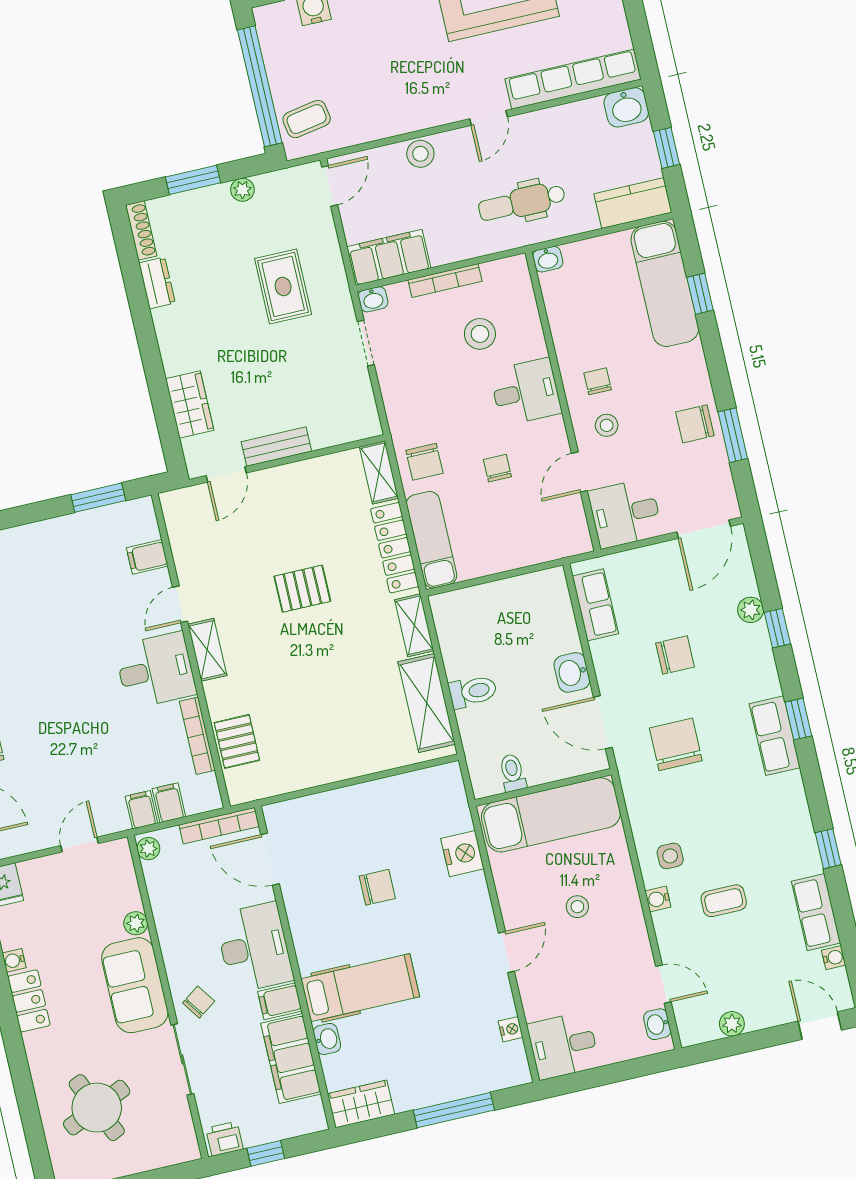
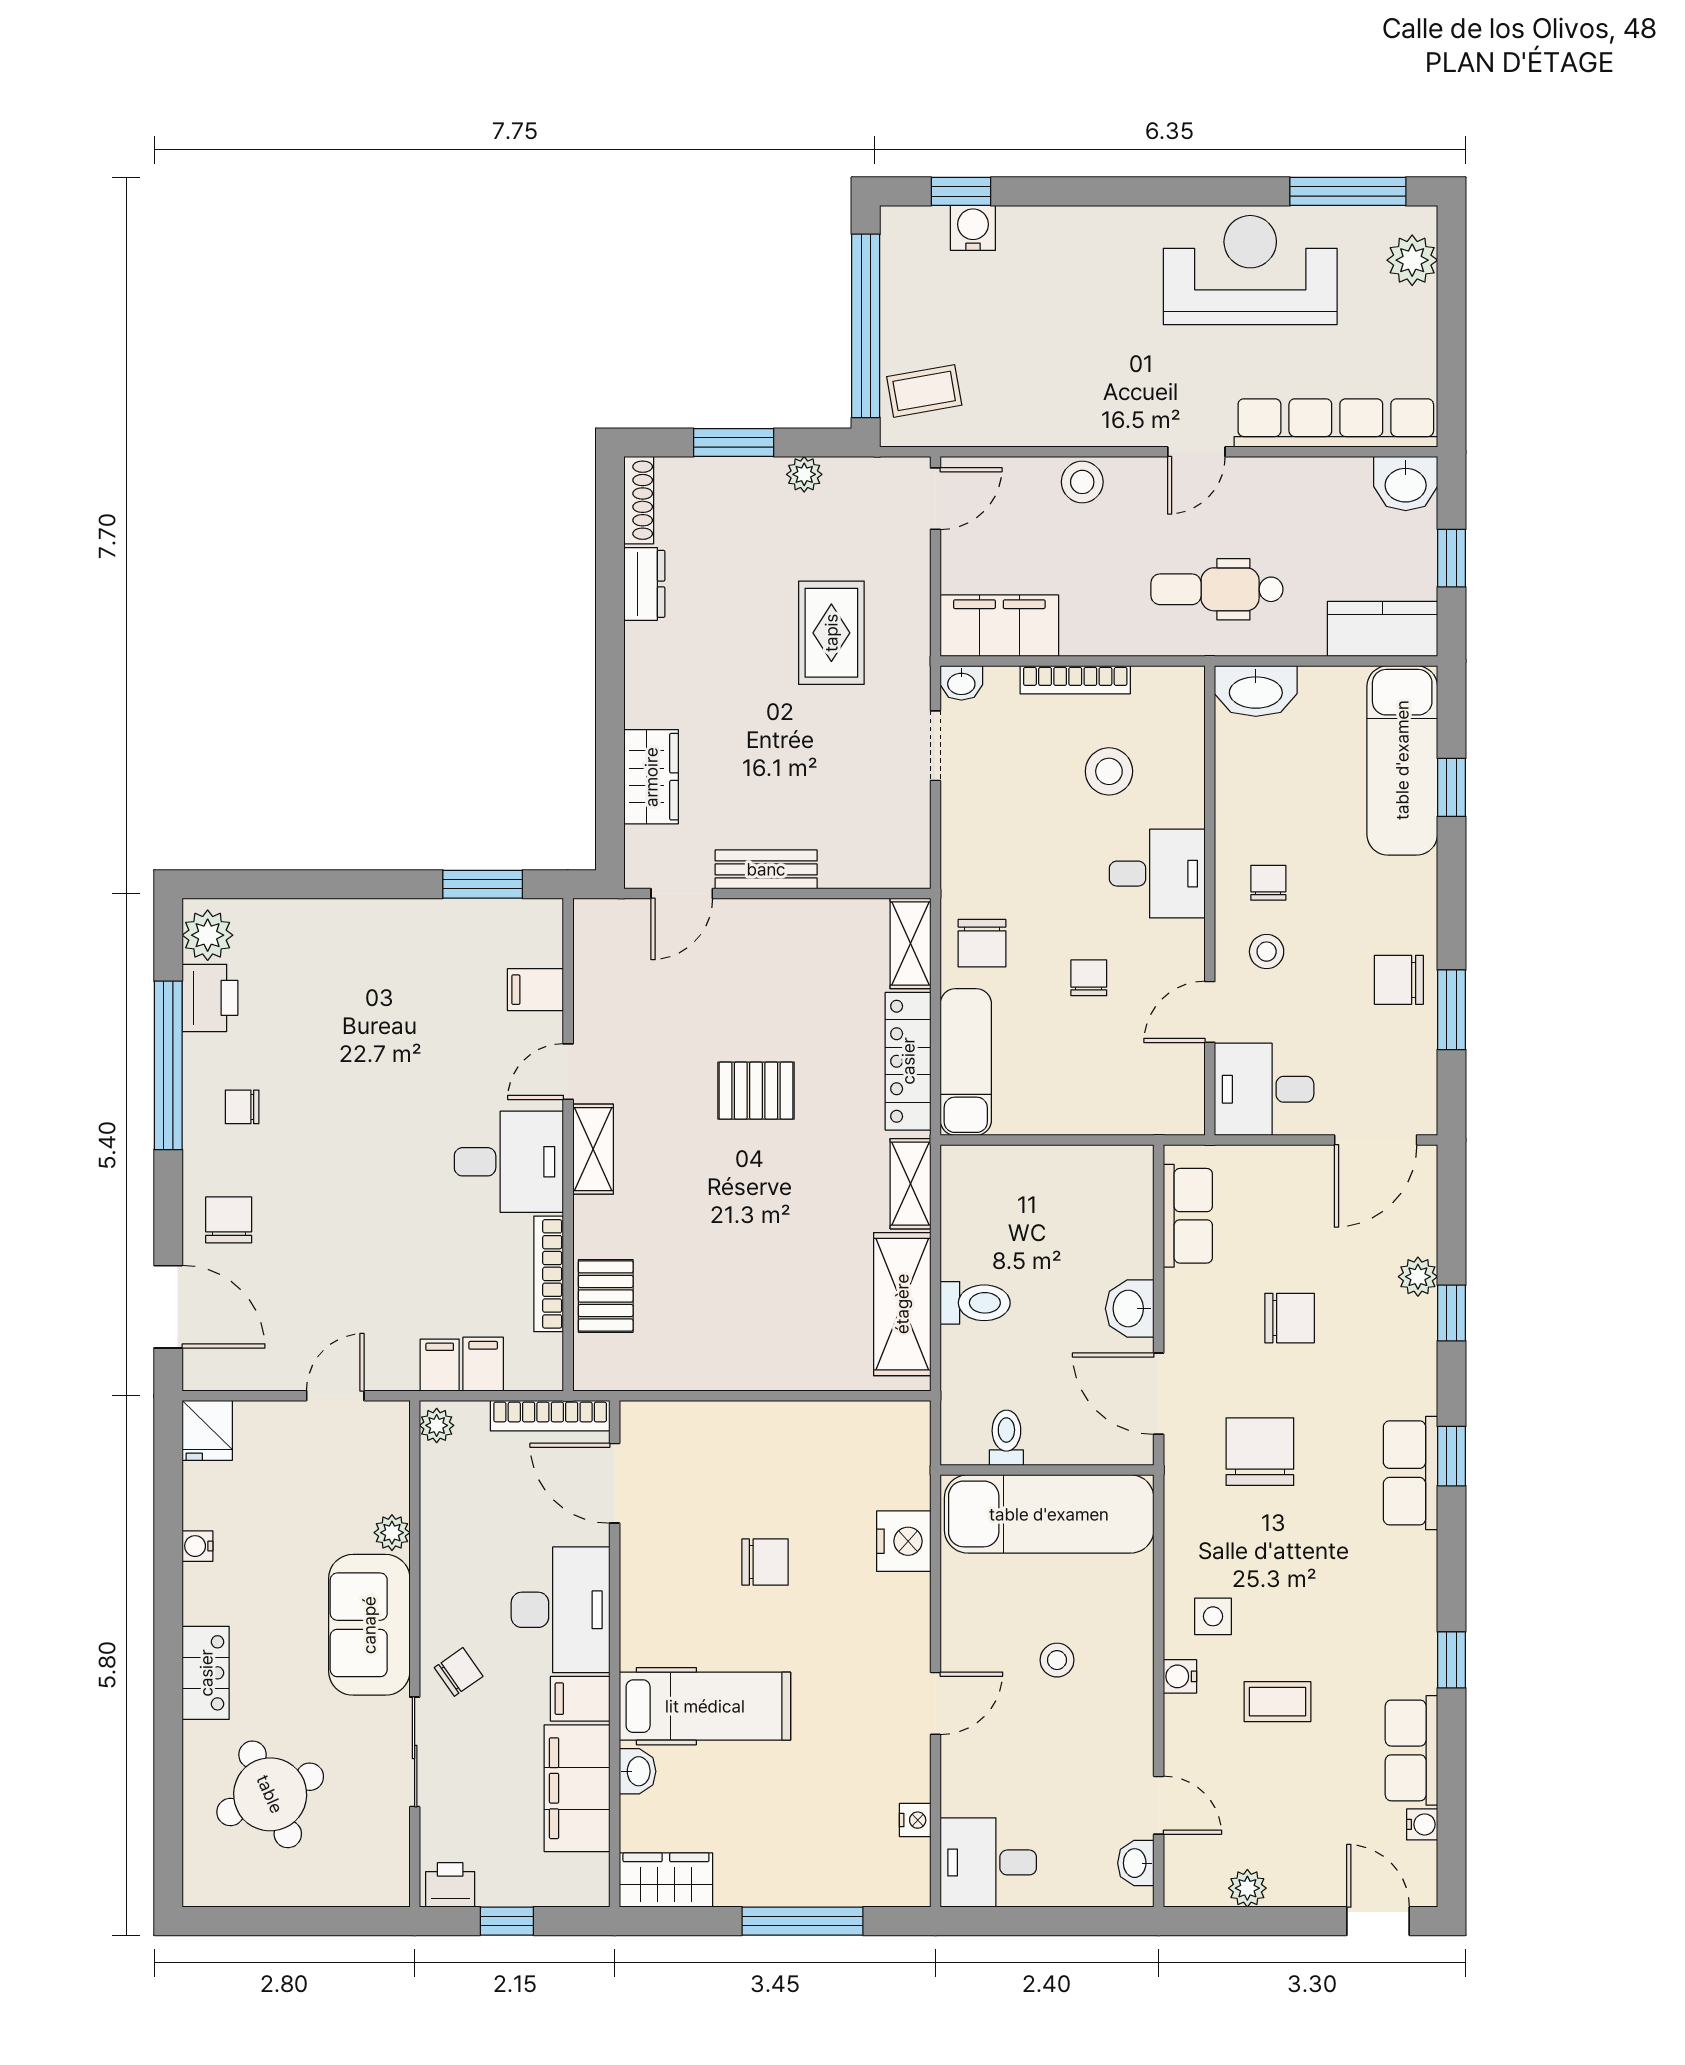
washbasin: (548, 259) -> (1256, 691), width x1.91, depth x1.45
locker: (29, 1001) -> (206, 1673), moved

